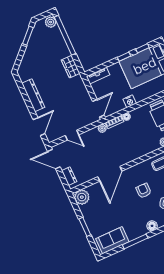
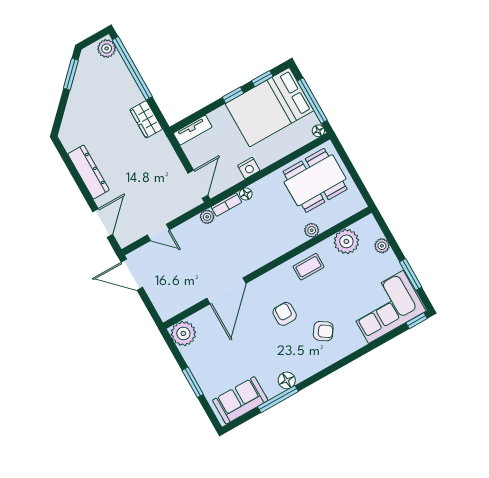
dresser: (69, 176) -> (159, 301), removed
floor lamp: (152, 226) -> (287, 380), moved

